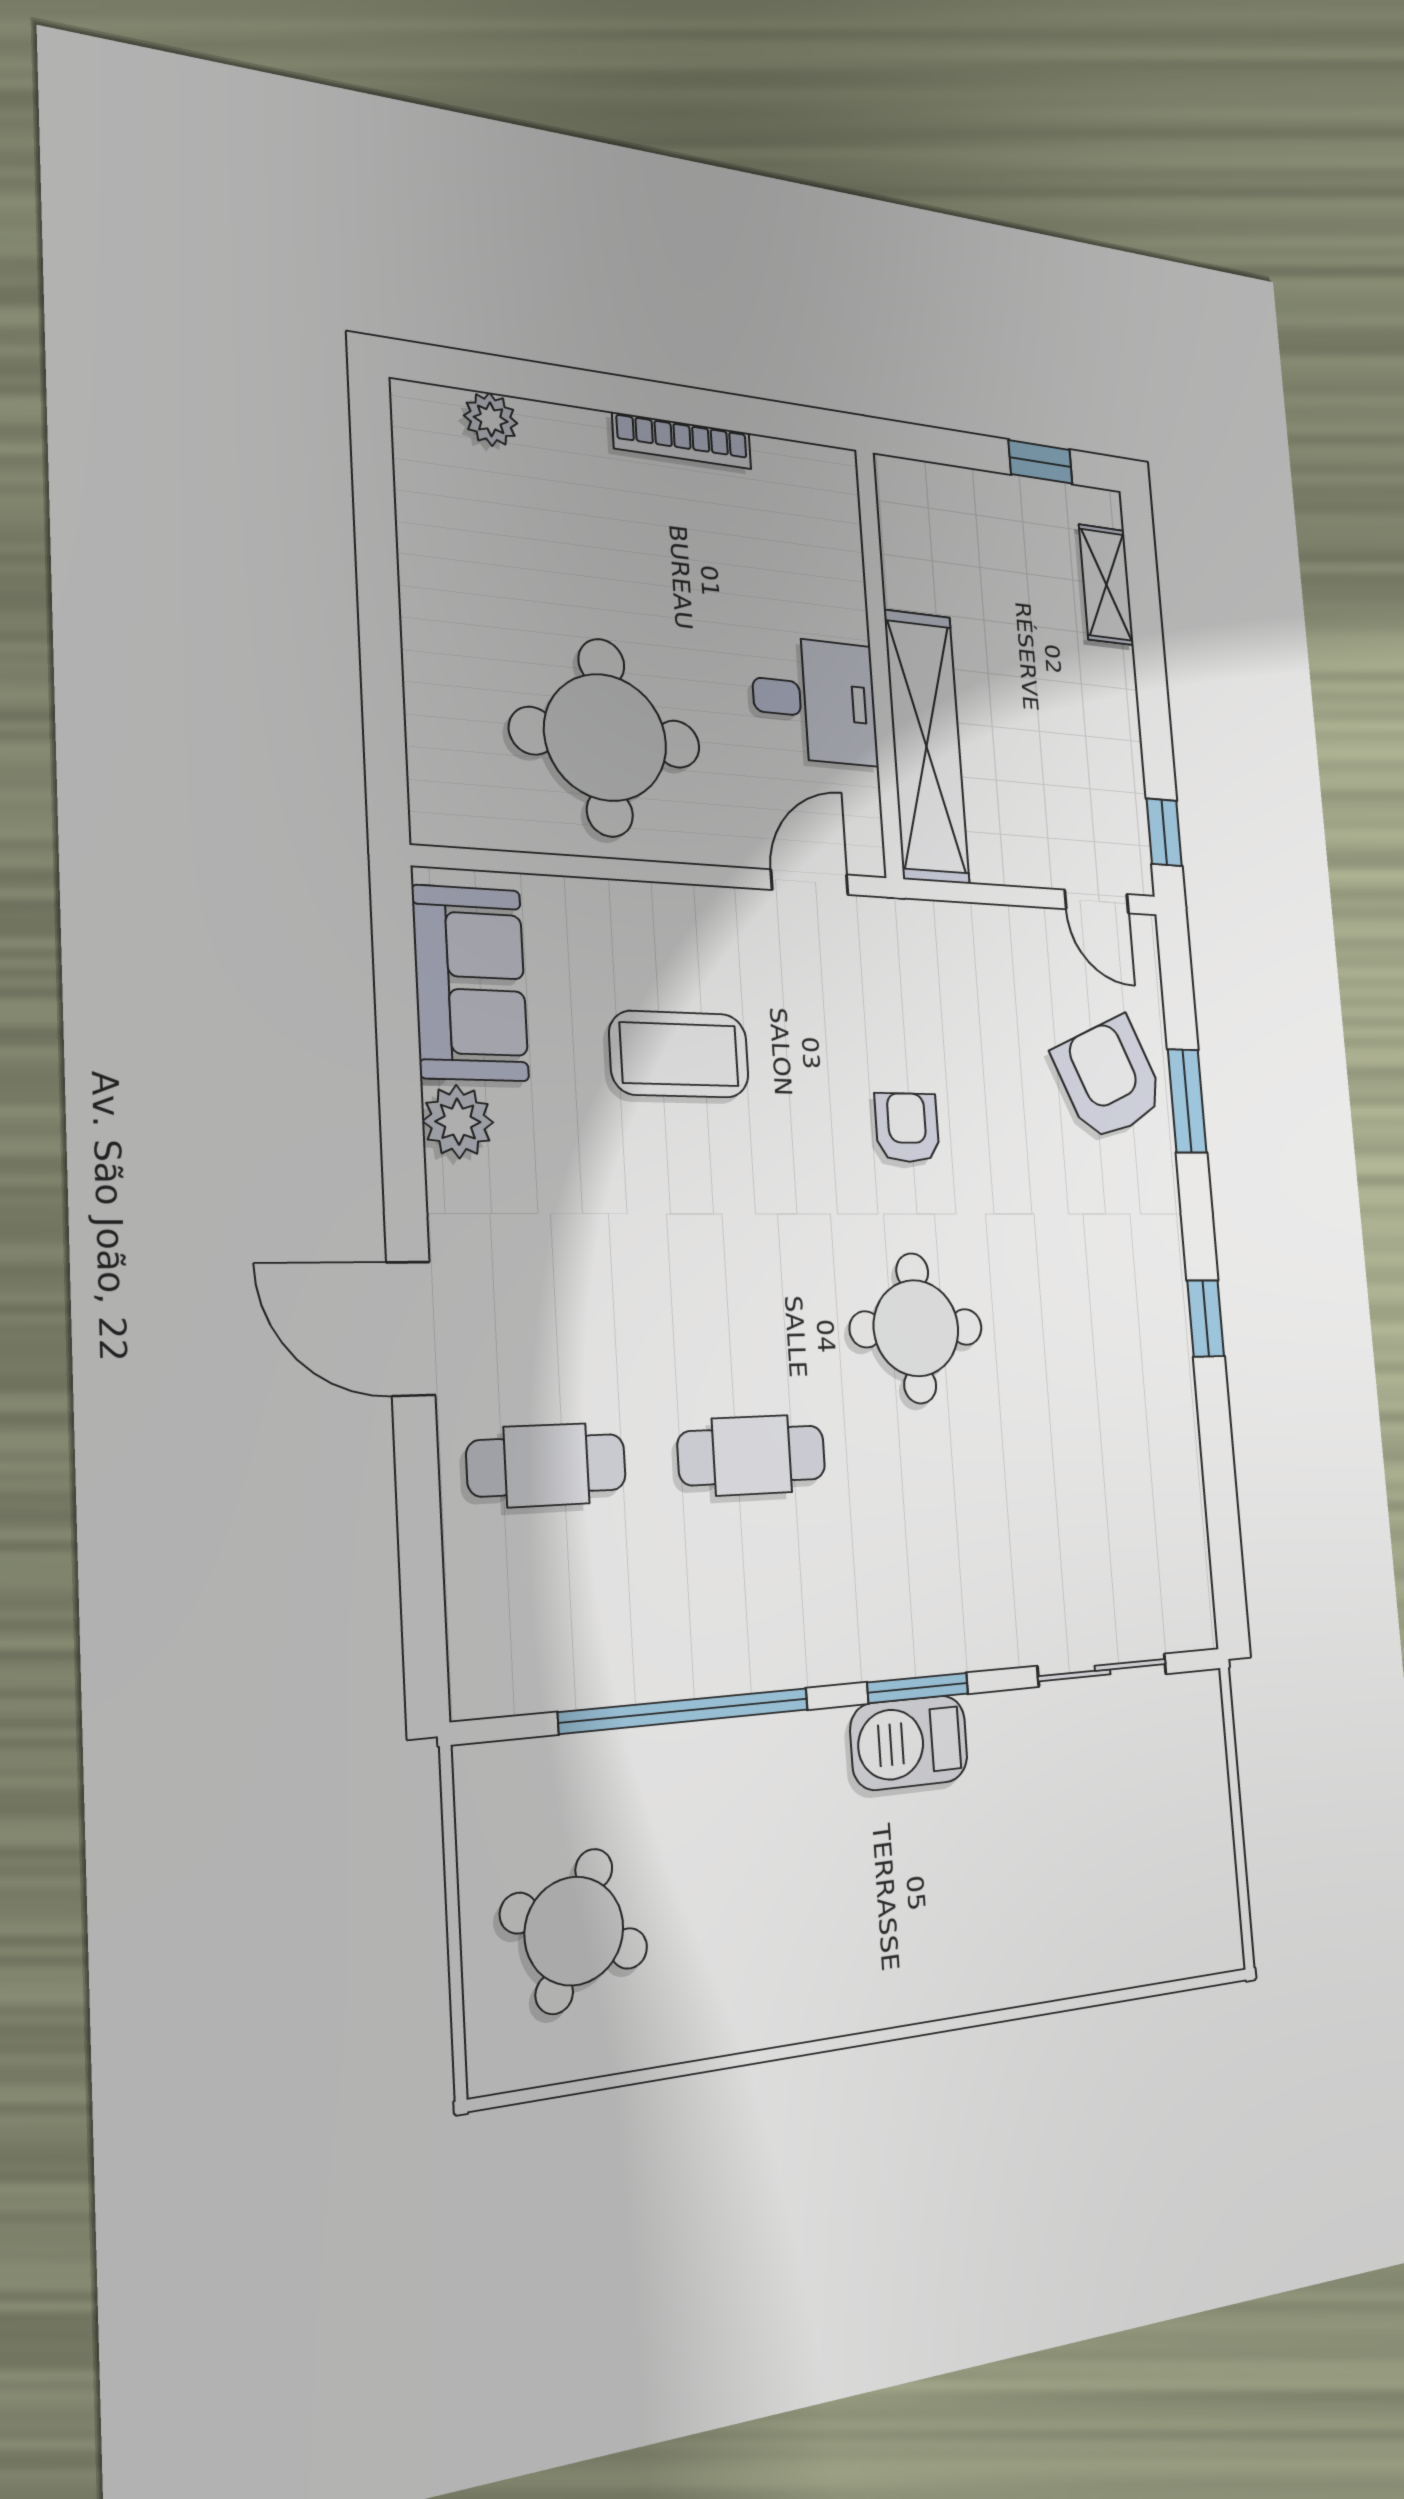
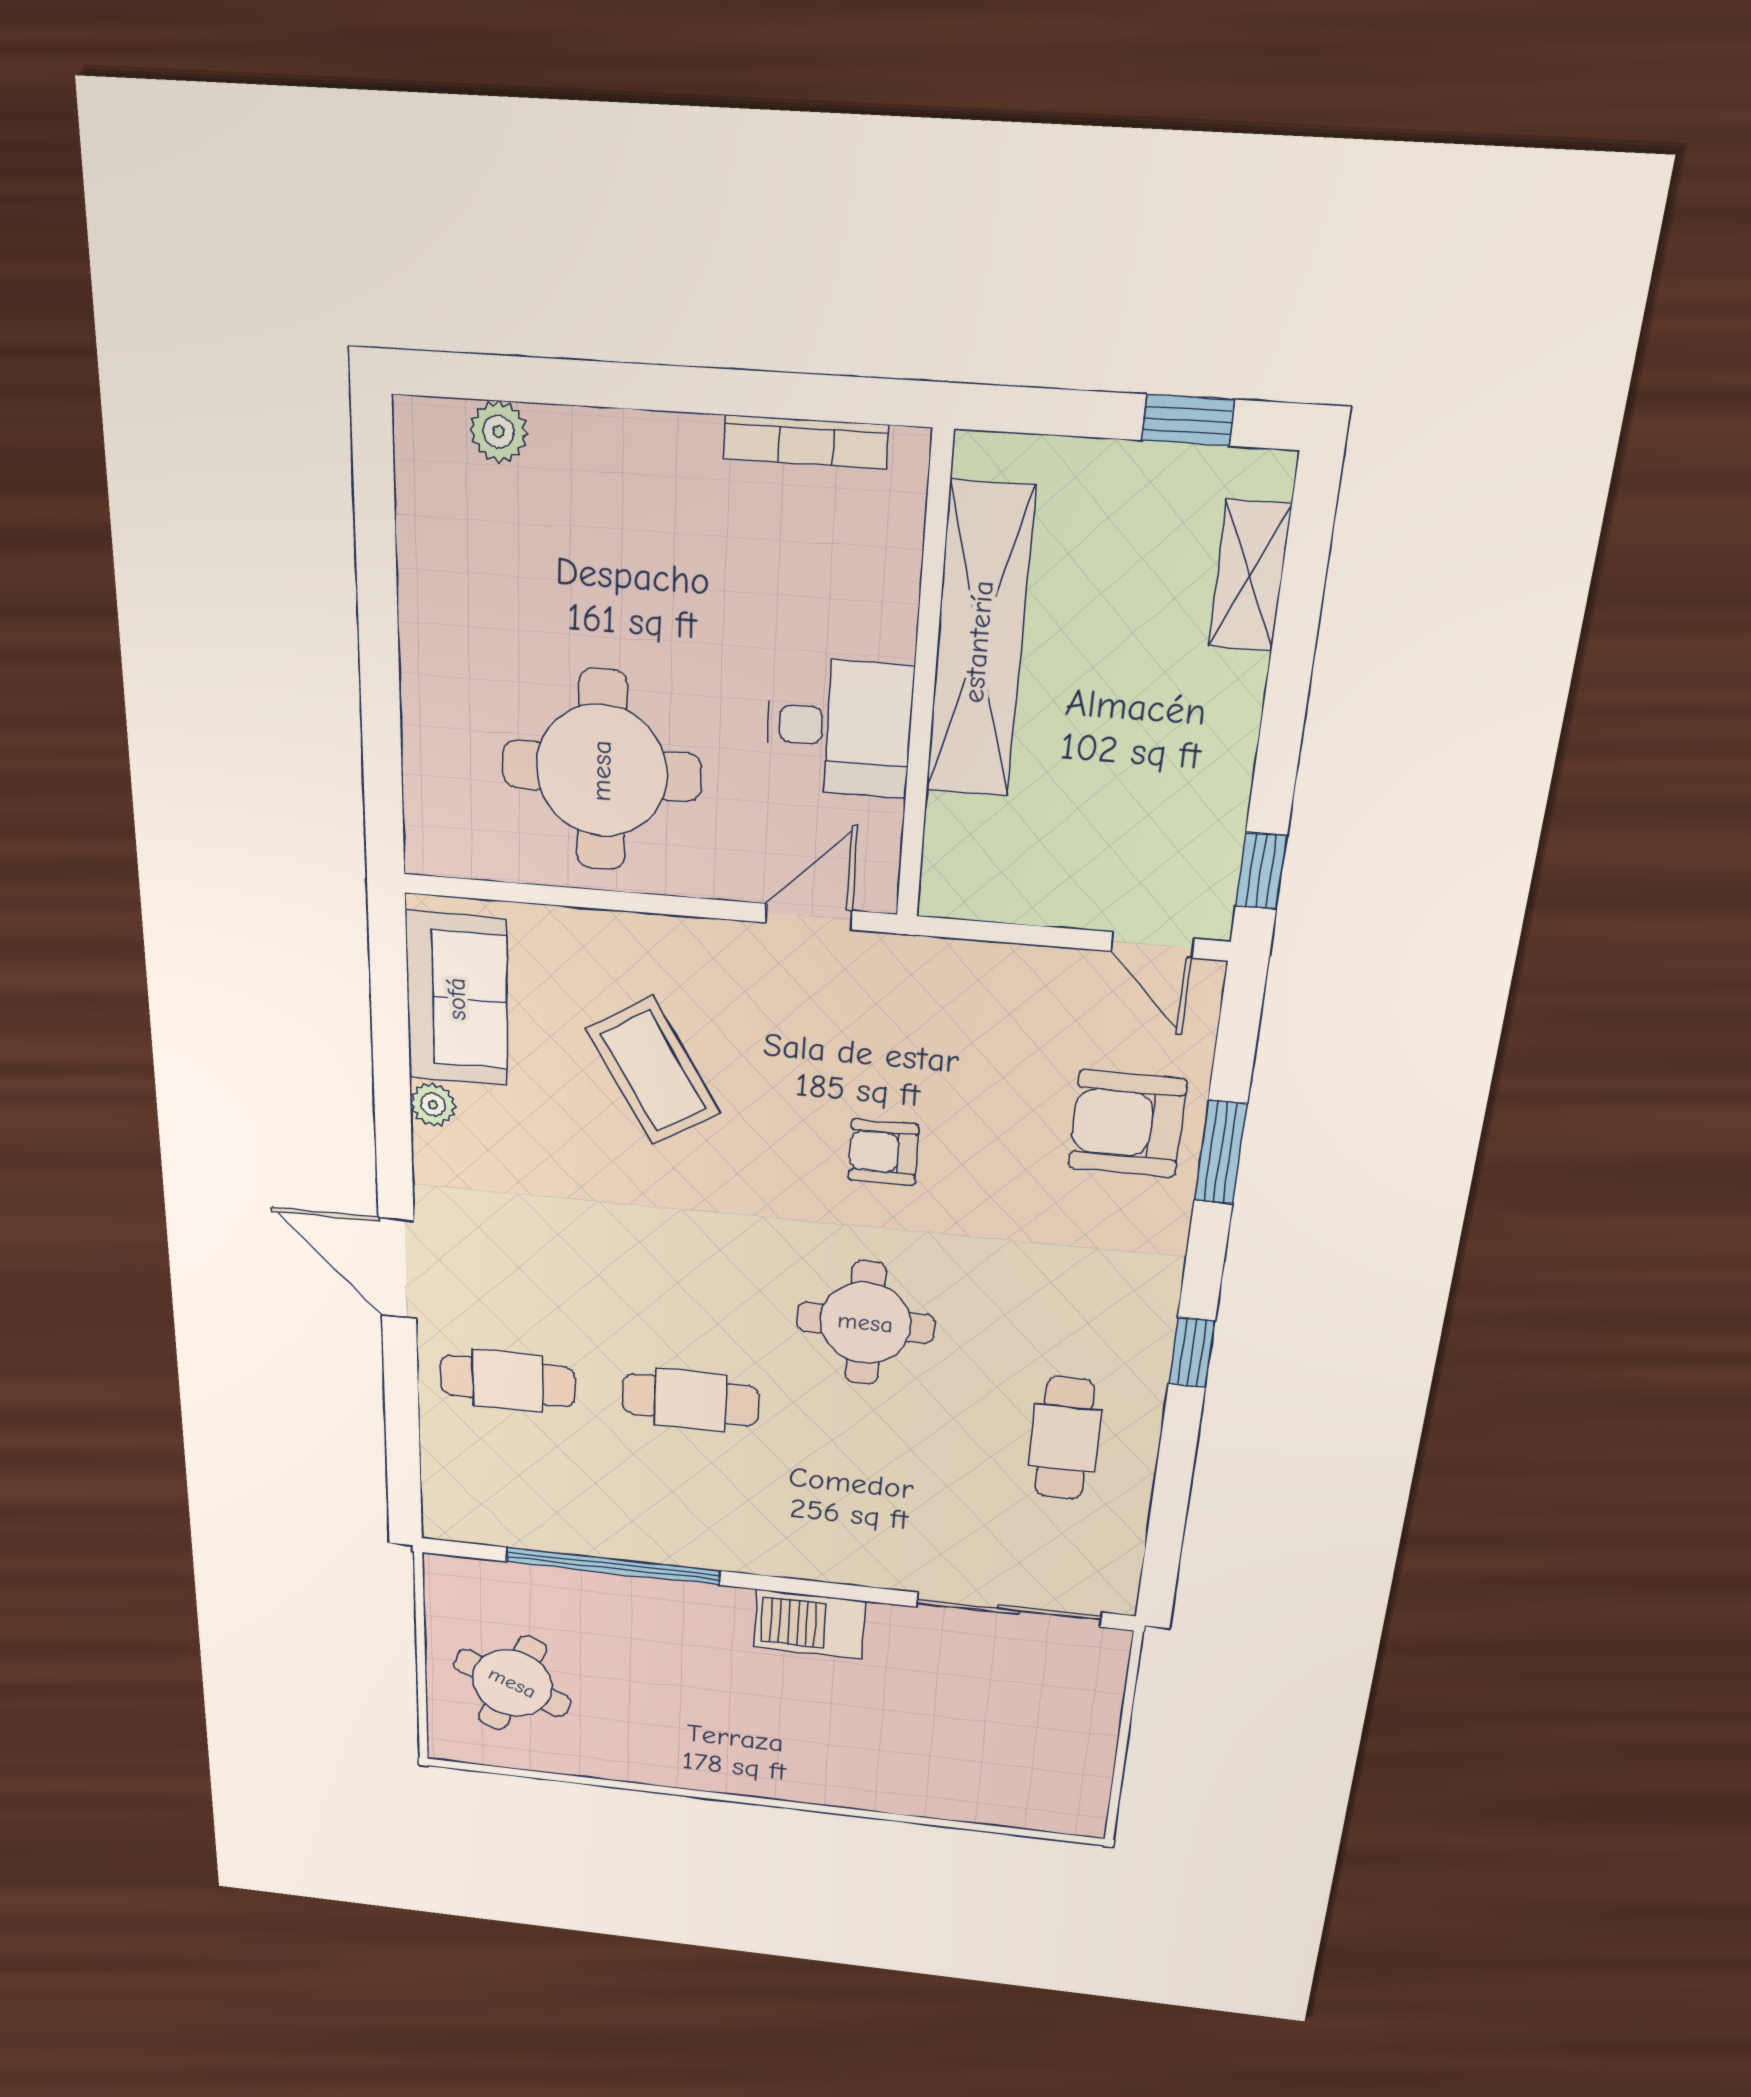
bookcase: (682, 441) -> (806, 442), moved
shelving: (927, 747) -> (979, 642), moved
coffee table: (679, 1054) -> (653, 1071), turned 59
armchair: (1109, 1079) -> (1127, 1124), turned -66
plant: (458, 1122) -> (433, 1105), width x0.73, depth x0.73
armchair: (907, 1128) -> (883, 1152), turned -90
cafe table: (1117, 1438) -> (1065, 1438), added
sliding door: (1102, 1670) -> (1009, 1610), width x1.37
window: (918, 1688) -> (824, 1589), removed

